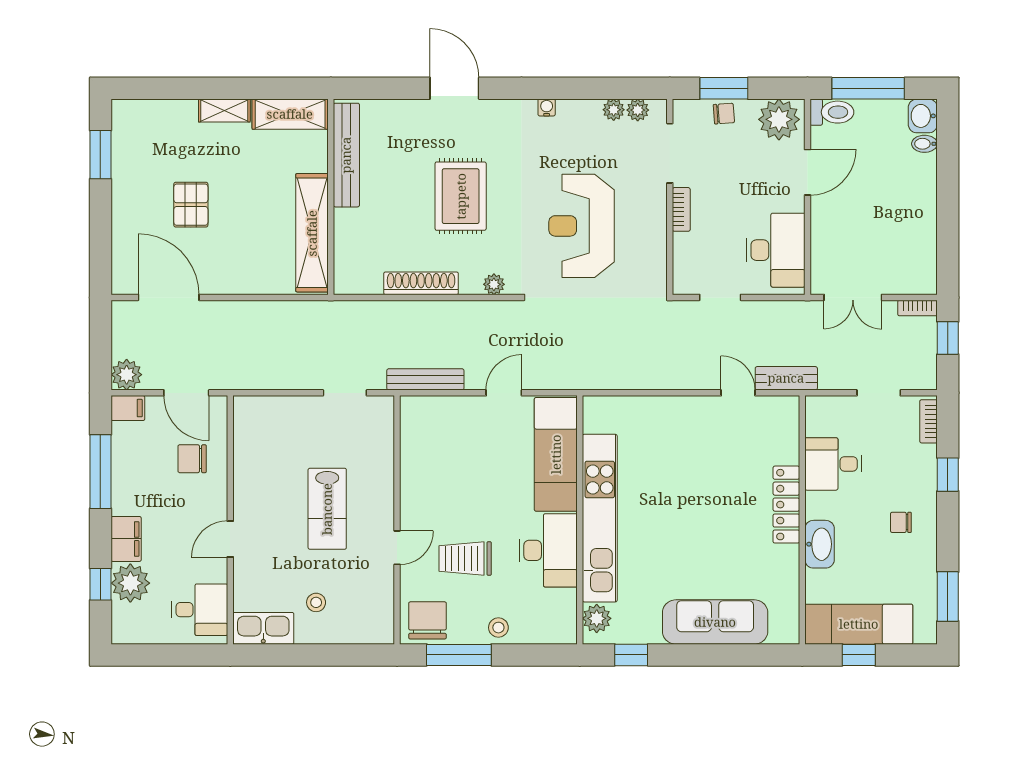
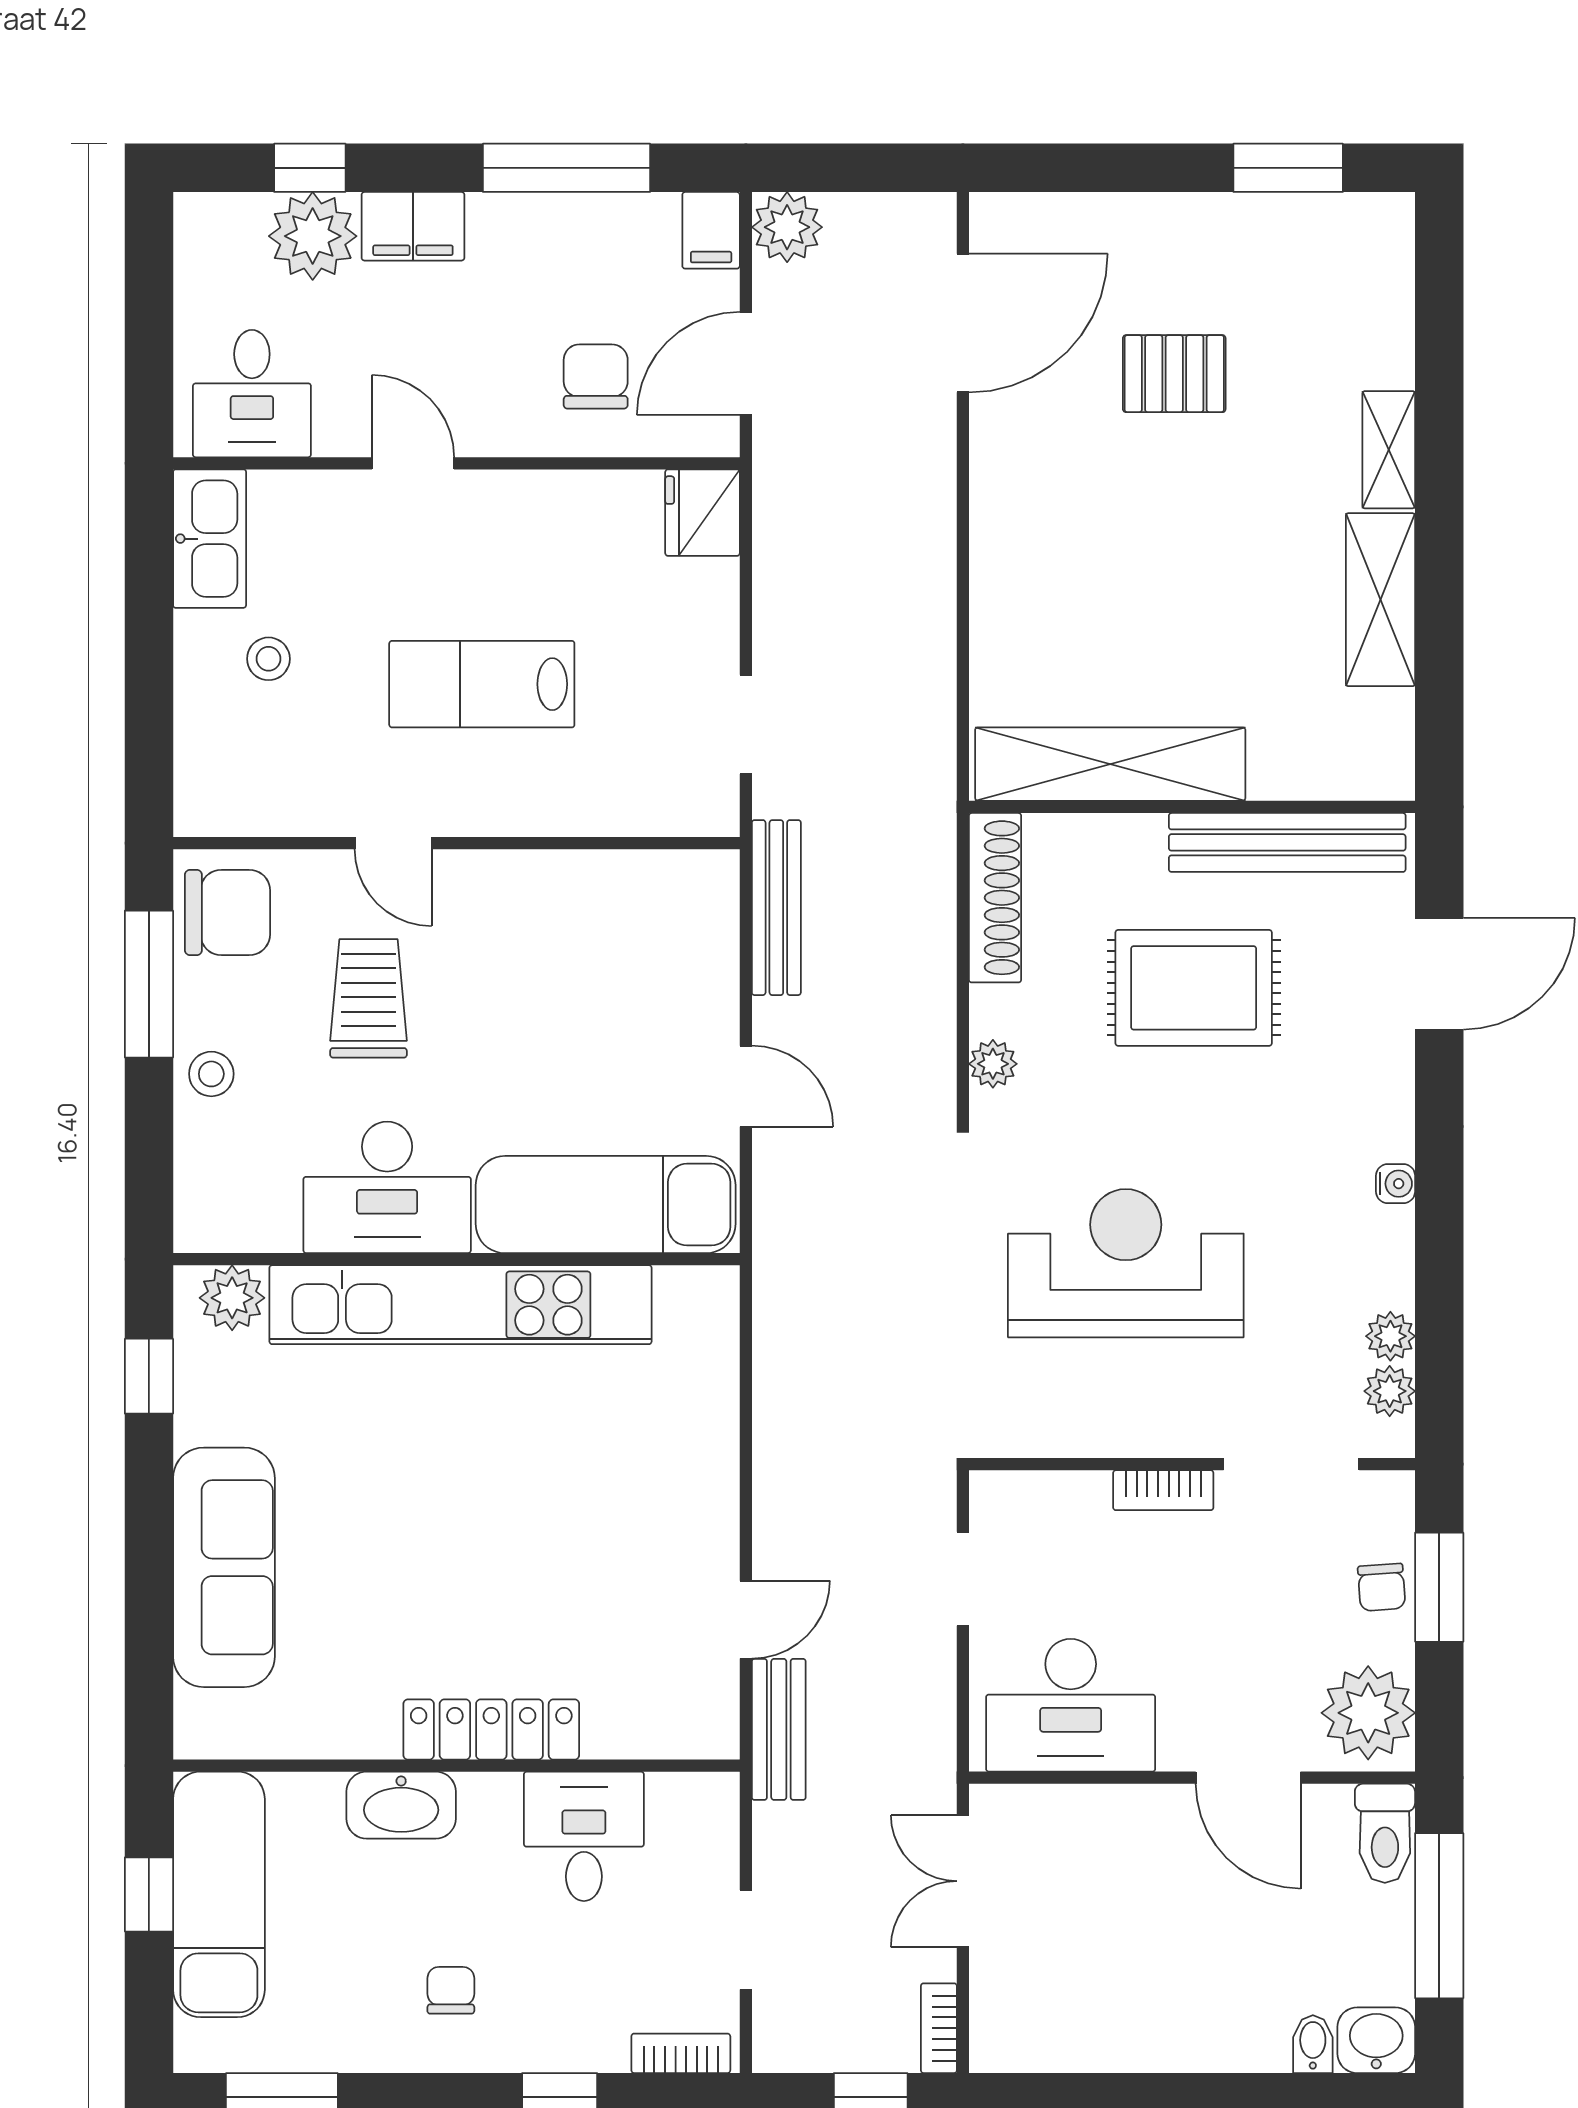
bench: (346, 155) -> (1287, 842), moved
wall: (331, 197) -> (1192, 807), moved
shelving: (312, 233) -> (1110, 764), moved
fridge: (252, 412) -> (703, 513), added

